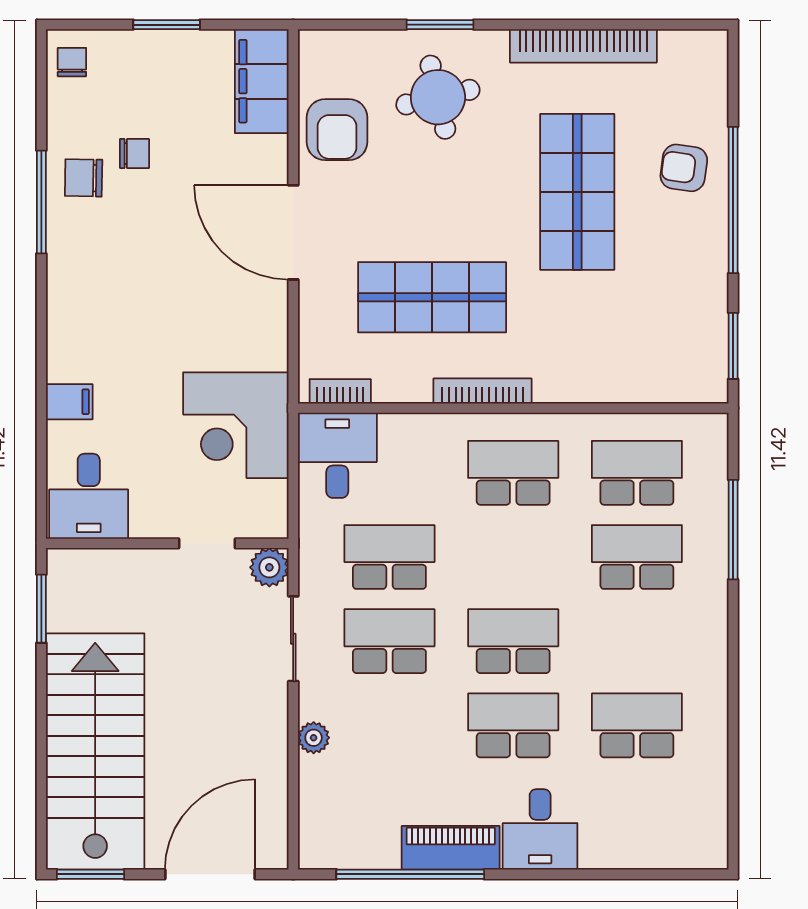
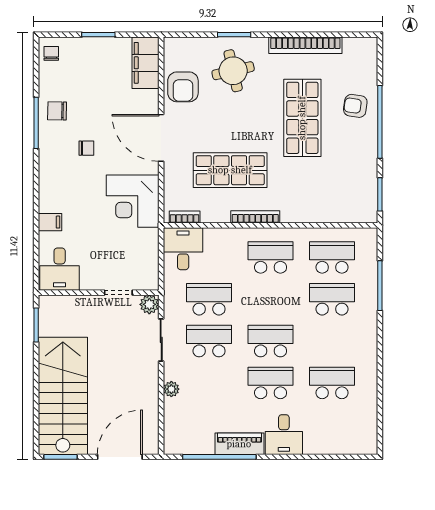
chair: (135, 153) -> (86, 148), moved
corner desk: (236, 425) -> (133, 201), moved

